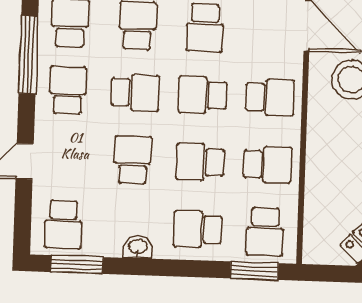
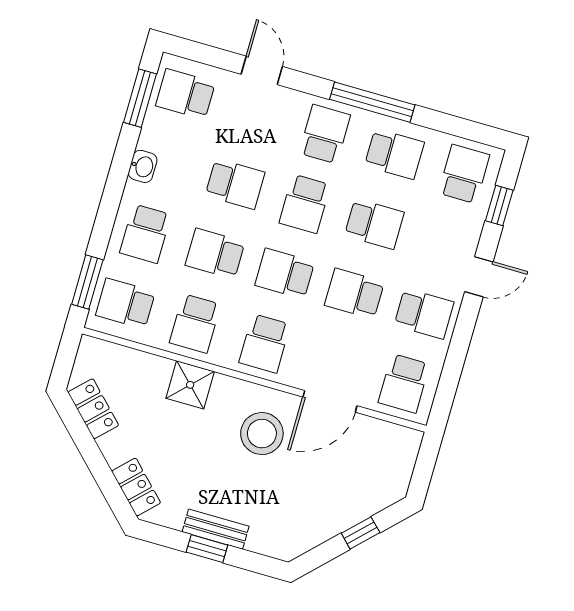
school desk: (68, 90) -> (325, 134), turned -90
school desk: (202, 95) -> (285, 274), turned -90
shower: (324, 155) -> (190, 385), added
school desk: (200, 162) -> (215, 254), turned -90
school desk: (198, 229) -> (145, 234), turned 180

